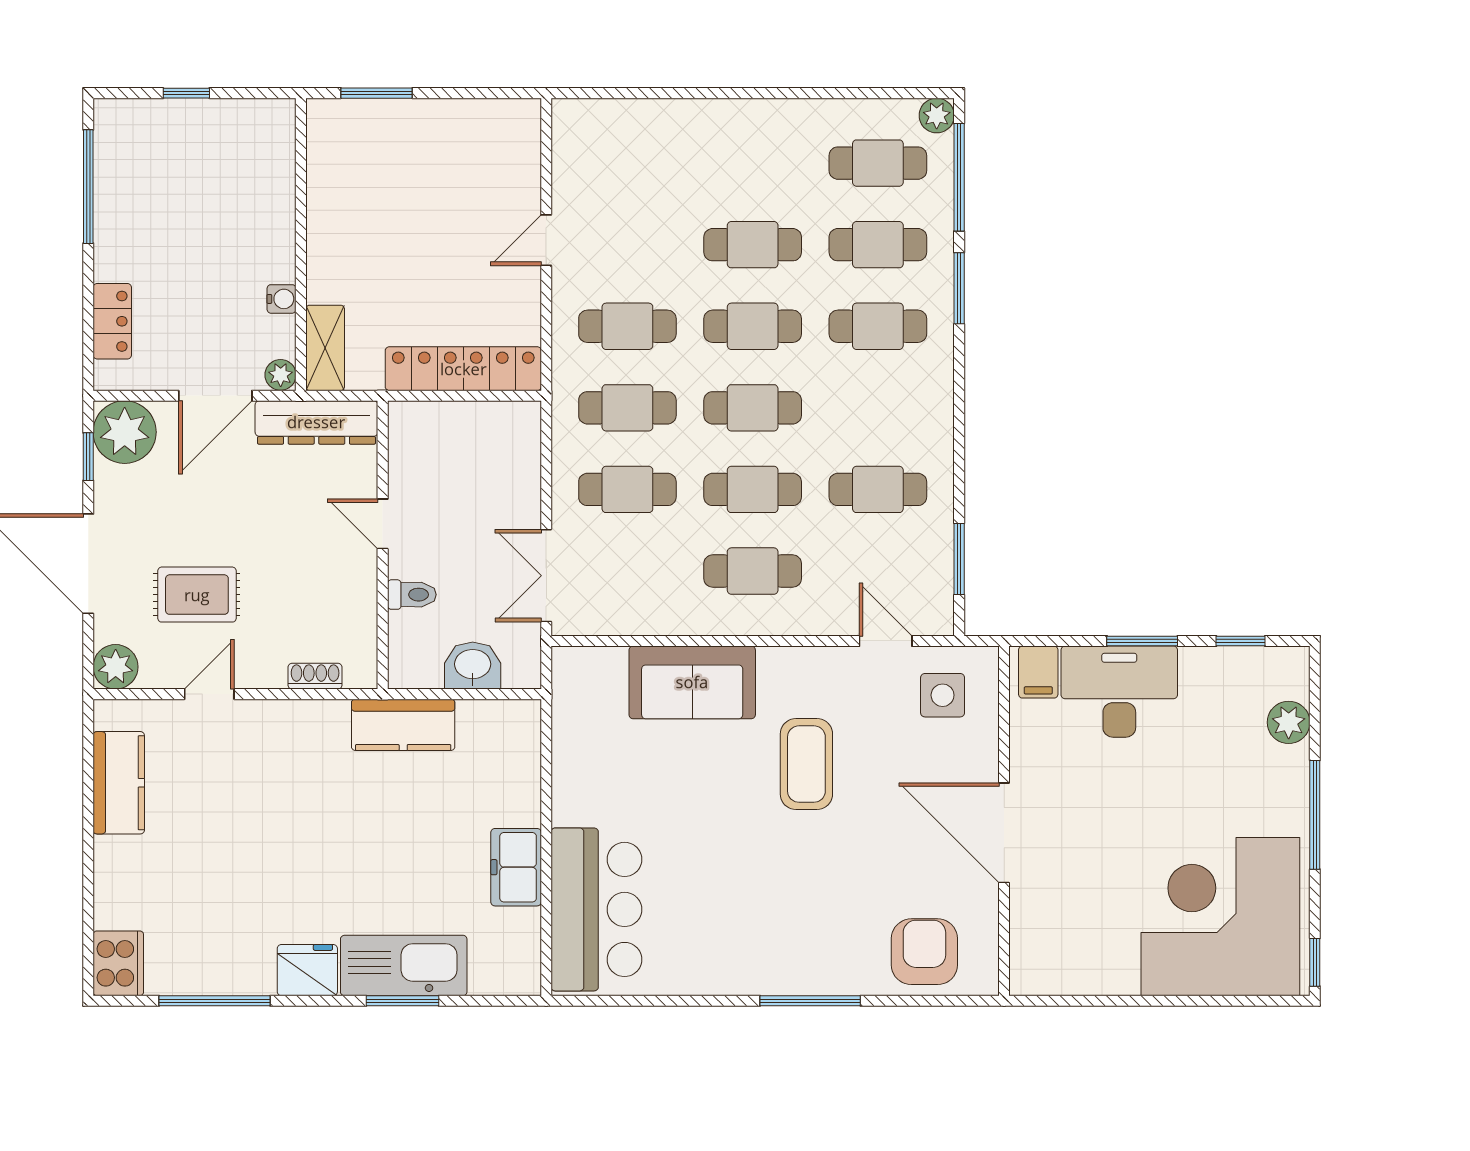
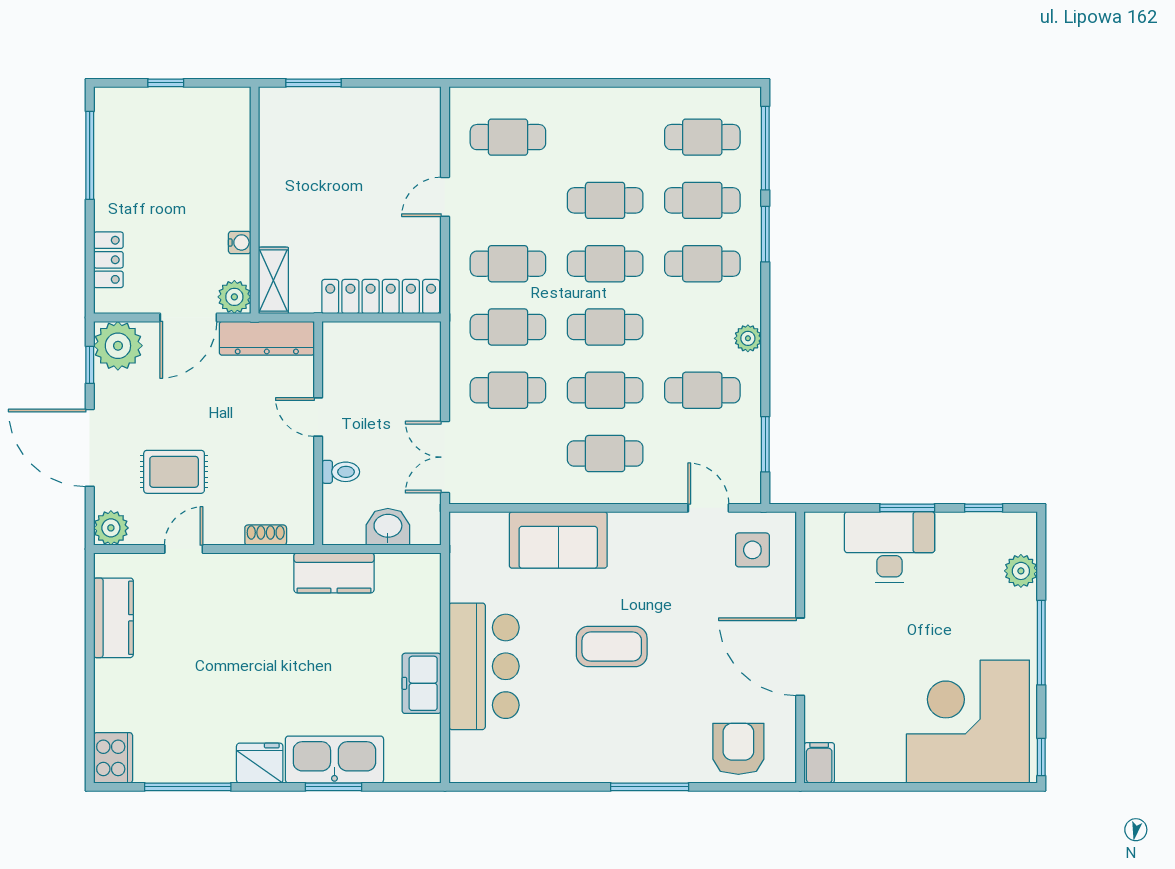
plant: (937, 116) -> (748, 338), moved
cafe table: (627, 163) -> (508, 137), added
plant: (281, 375) -> (234, 297), width x1.38, depth x1.38
filing cabinet: (1038, 672) -> (819, 763), moved, turned 180
coffee table: (806, 764) -> (612, 647), moved, turned 90
bar counter: (596, 909) -> (484, 666), moved

